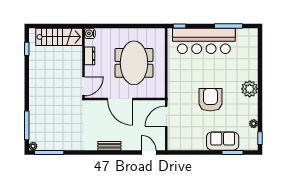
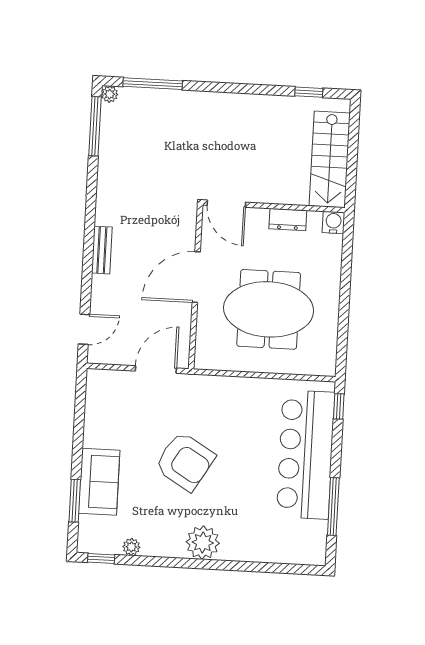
armchair: (210, 100) -> (185, 461), turned 31
door: (166, 116) -> (156, 370), hinge flipped

